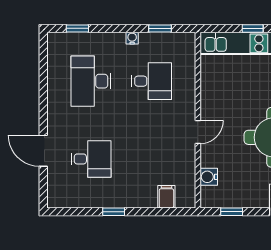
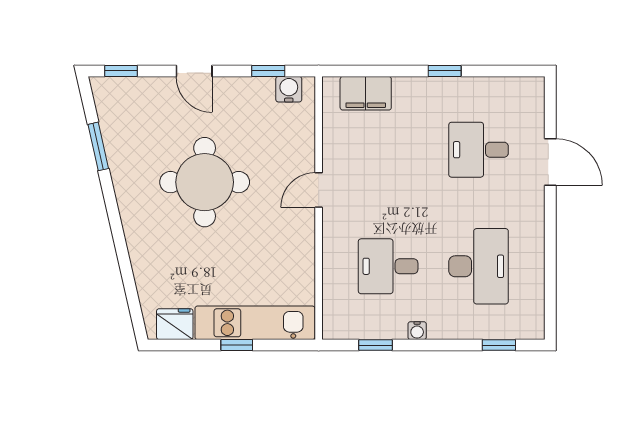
water cooler: (209, 177) -> (289, 89), moved, turned -90
filing cabinet: (166, 197) -> (366, 93), width x2.00

